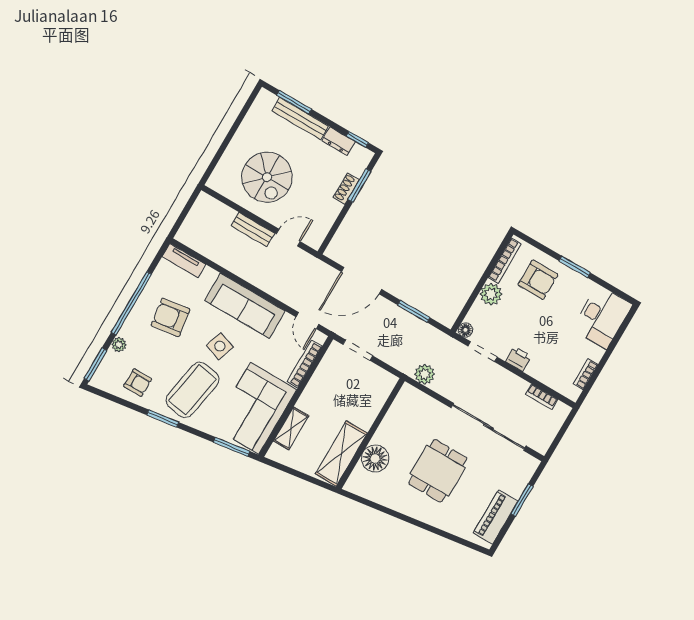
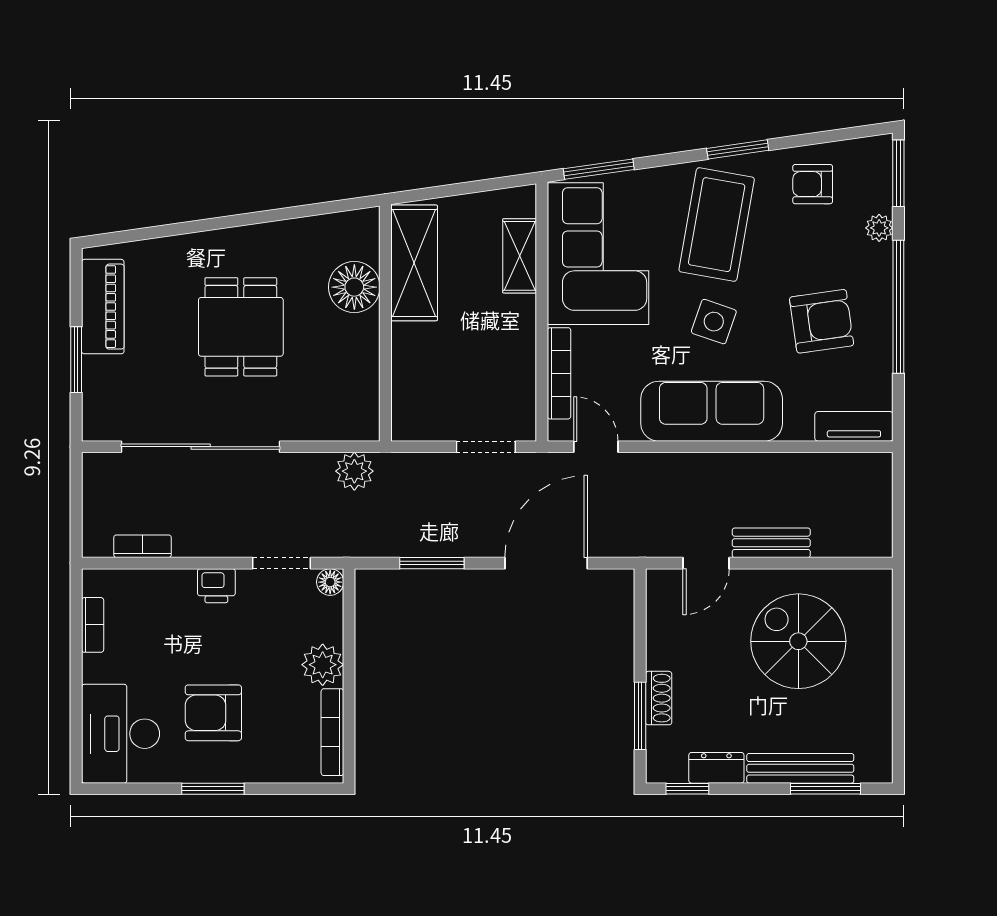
armchair: (538, 280) -> (213, 713), moved

